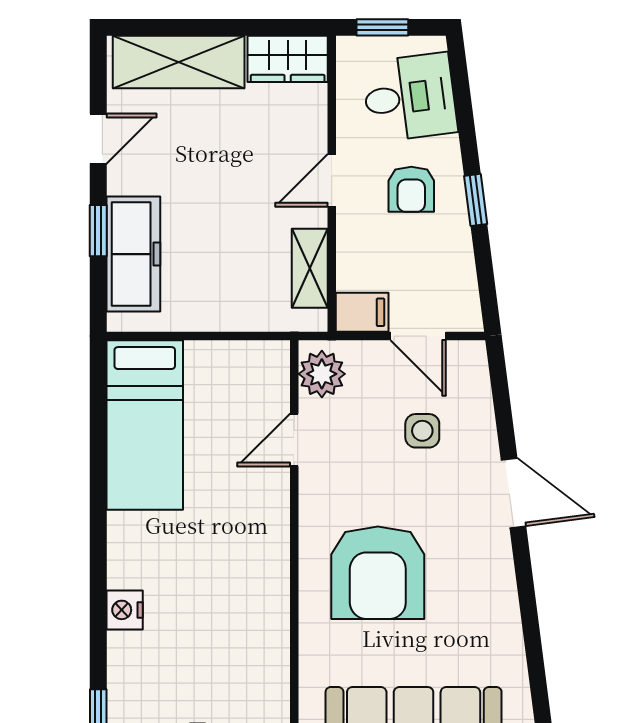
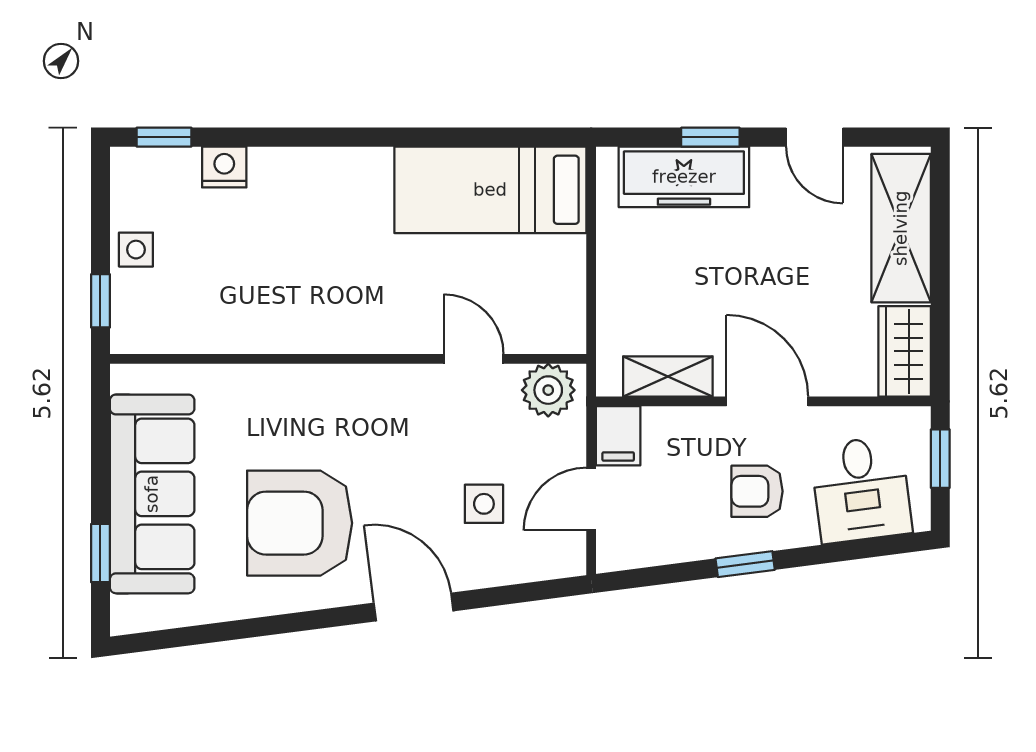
door: (332, 180) -> (767, 401), width x1.38
door: (513, 493) -> (414, 607), swing flipped
armchair: (378, 573) -> (300, 523), moved
nightstand: (125, 610) -> (224, 167), moved

